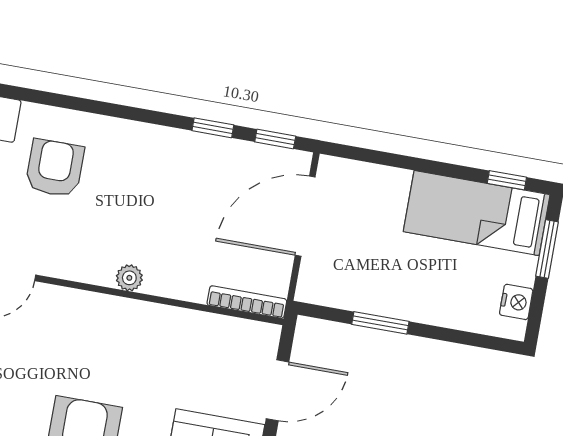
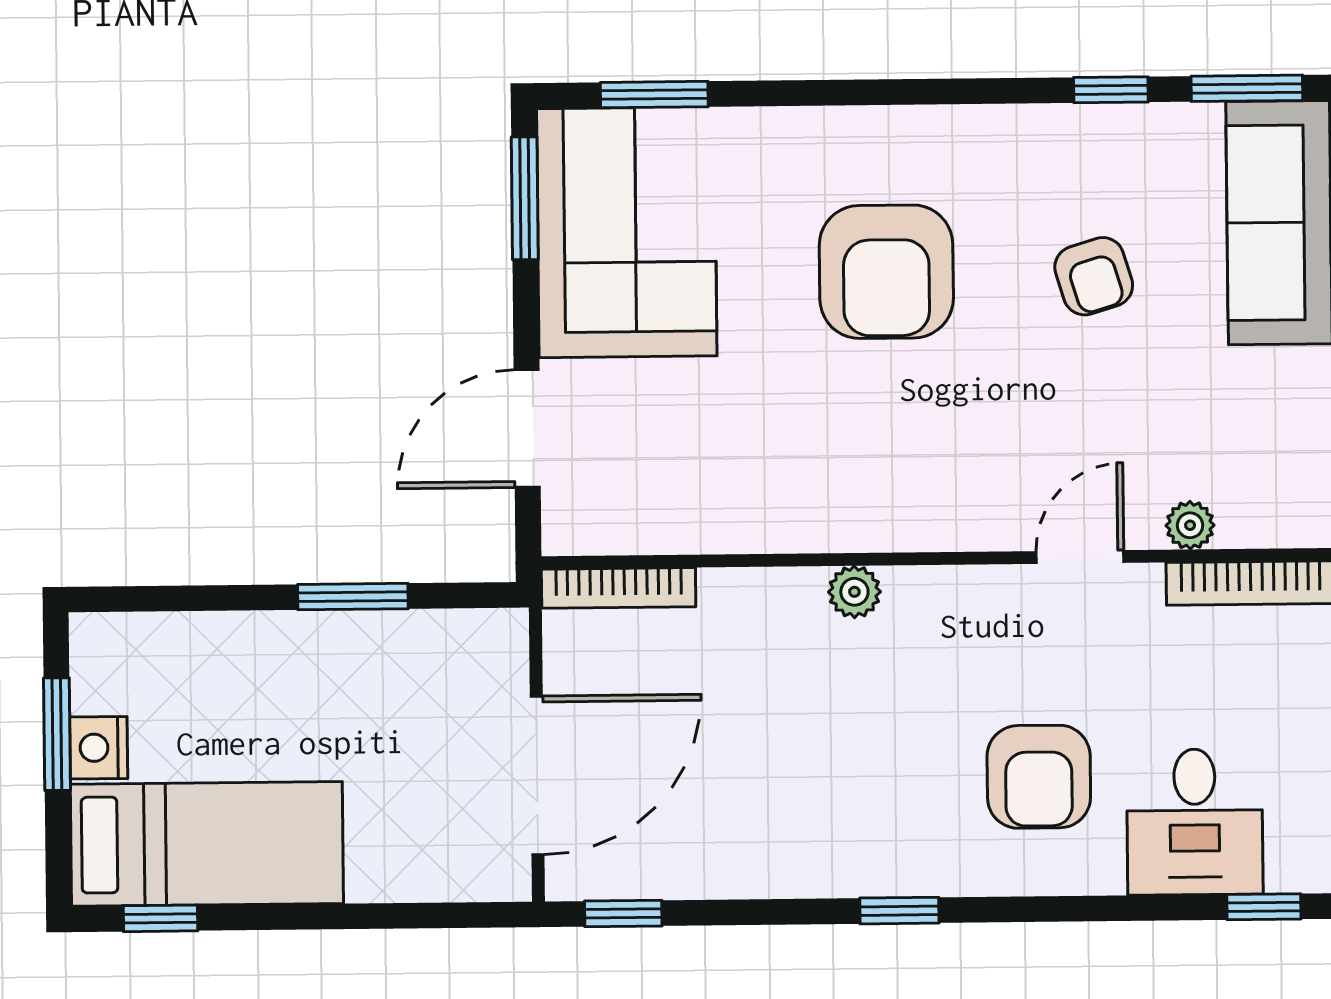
window: (213, 128) -> (899, 911), moved
window: (547, 249) -> (57, 734), moved
nightstand: (516, 302) -> (99, 748), moved

